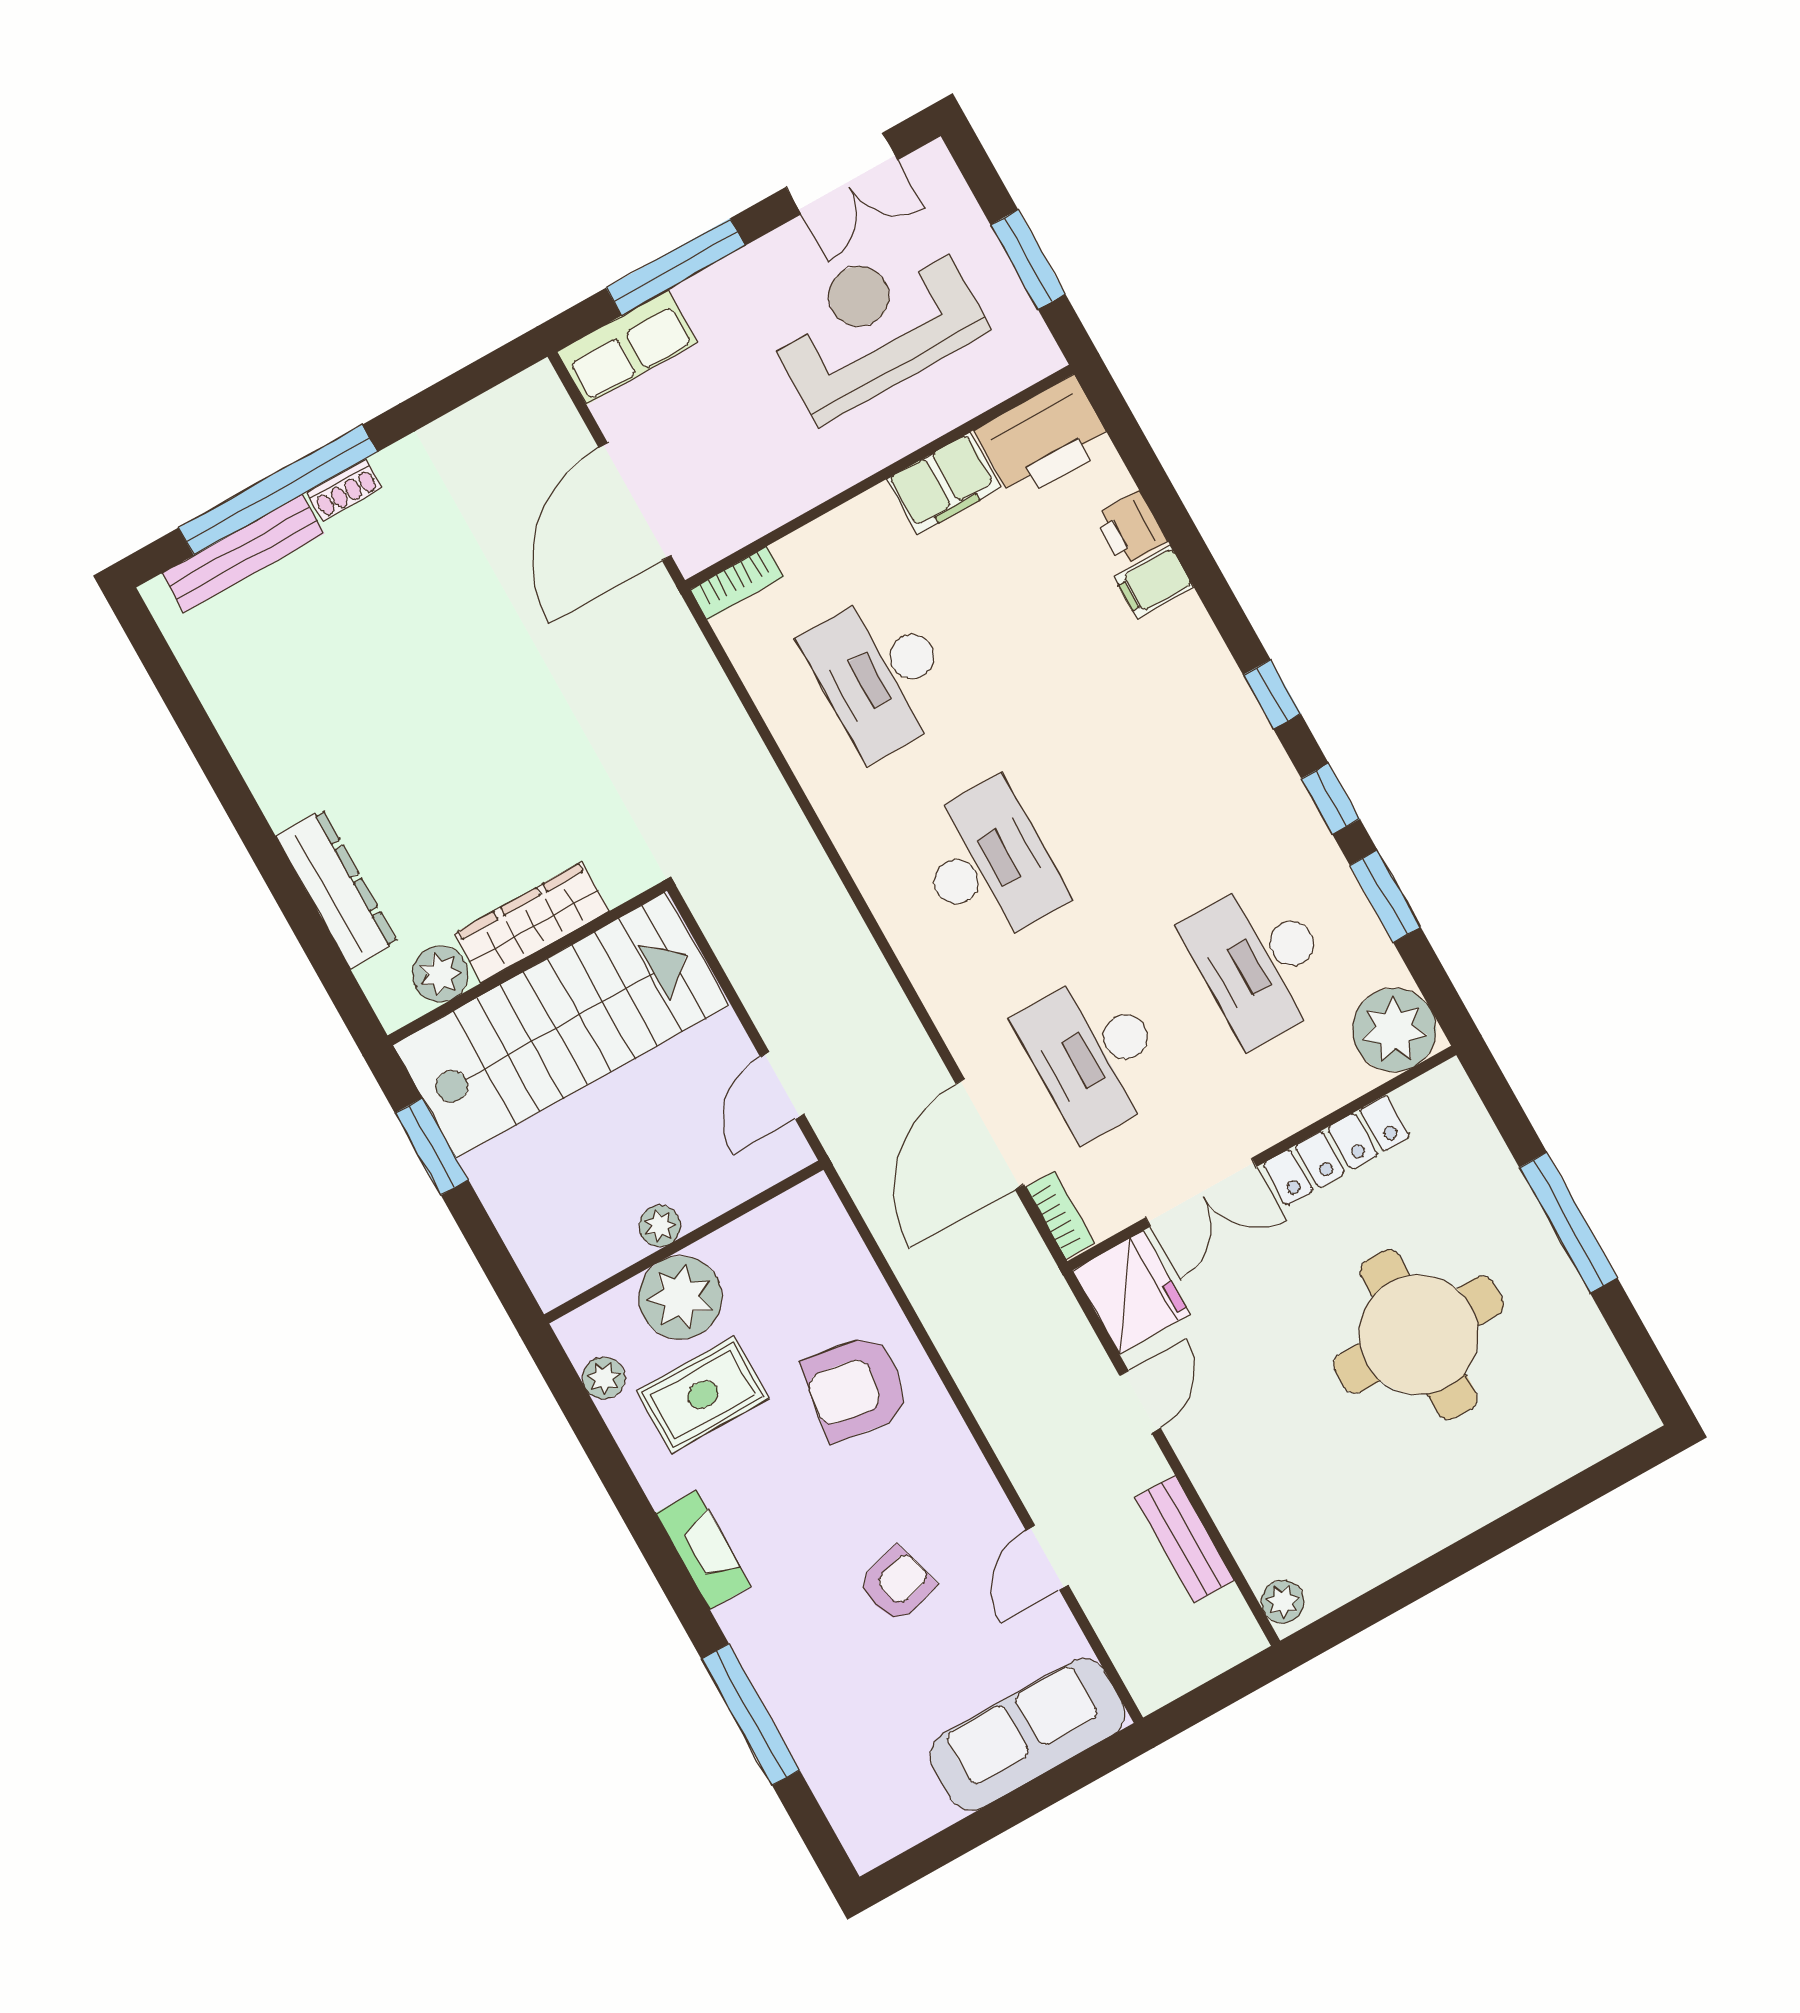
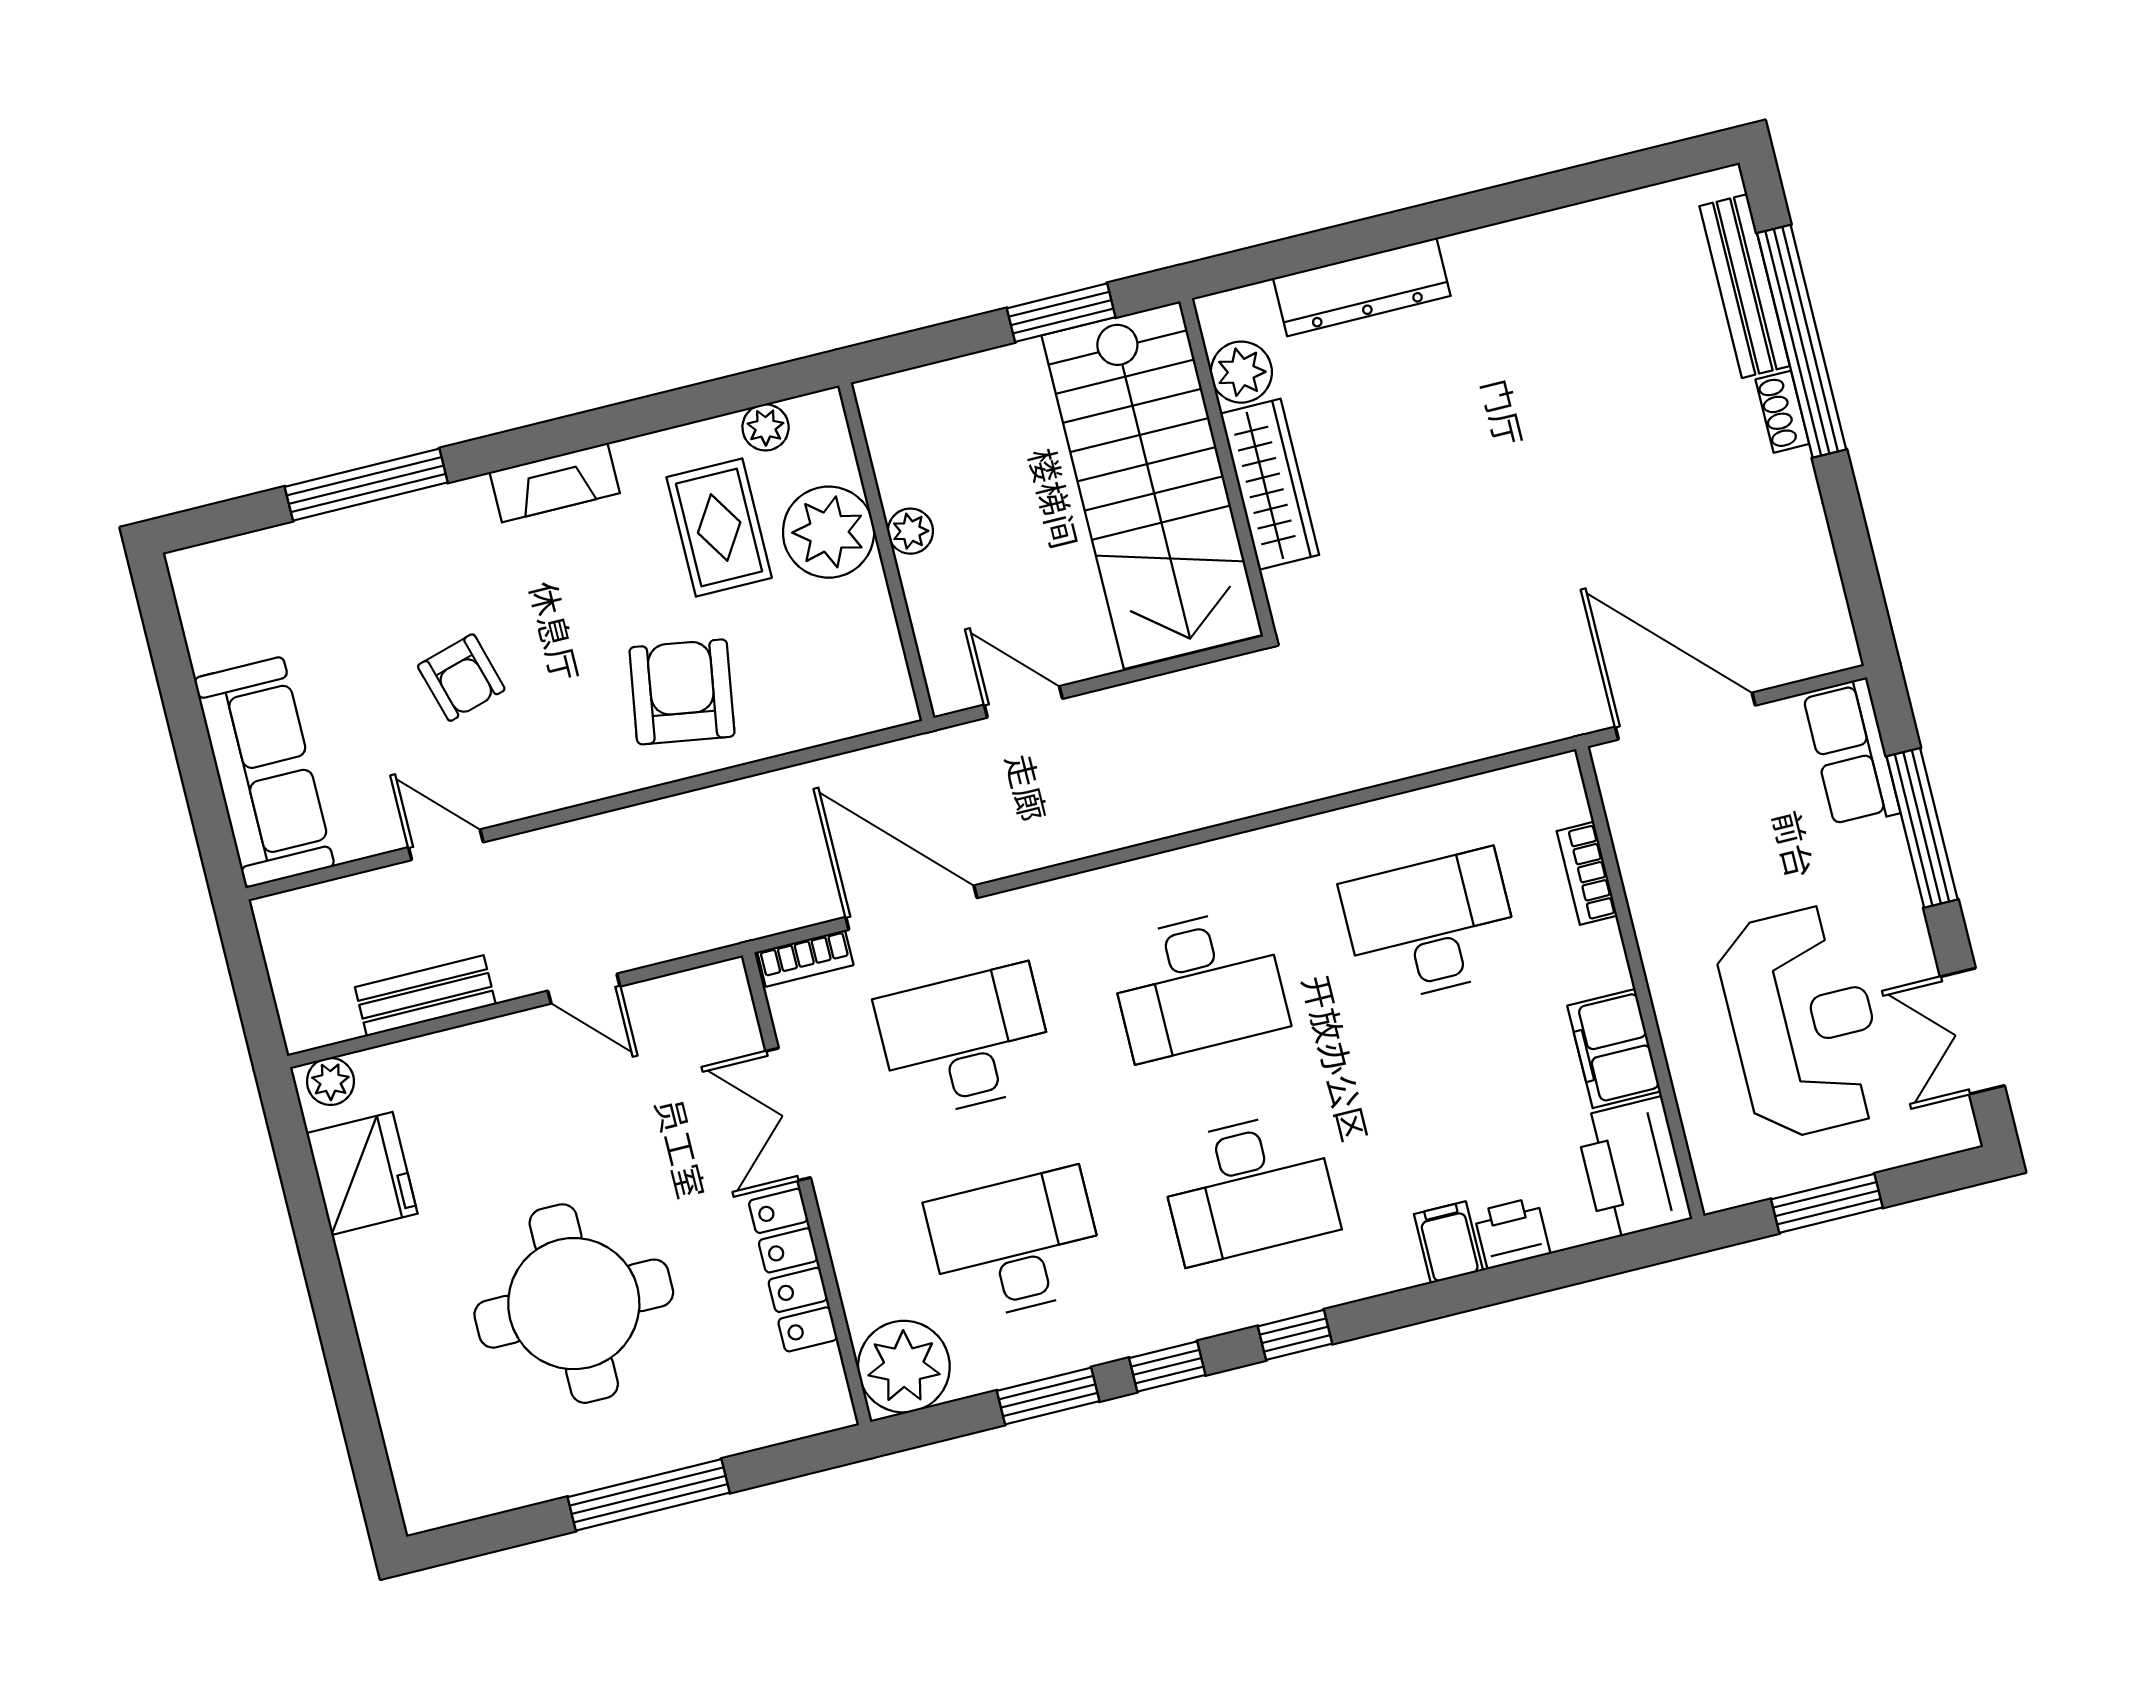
bookcase: (737, 583) -> (1587, 873), moved
desk: (1154, 771) -> (1248, 1187), added
fridge: (1131, 1292) -> (362, 1173), moved, turned -90

